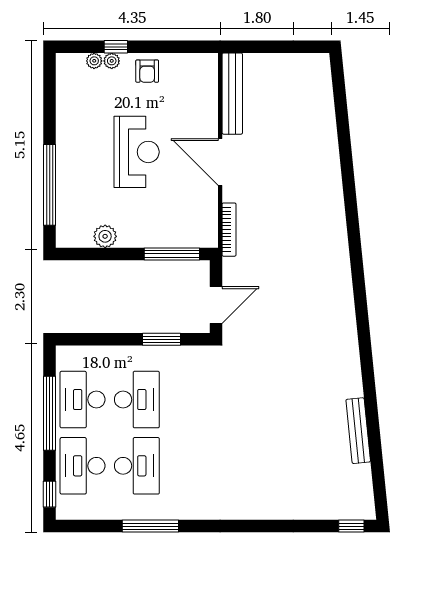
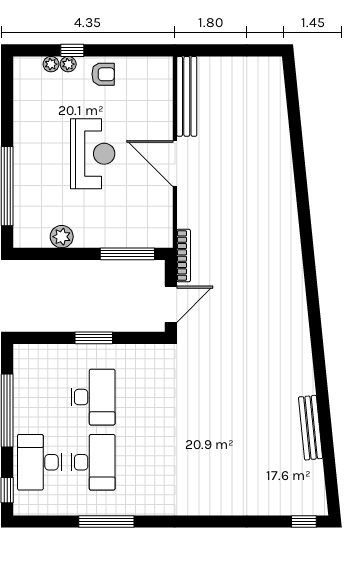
armchair: (147, 71) -> (103, 74), turned -90
bookcase: (229, 230) -> (184, 256), moved
window: (161, 339) -> (94, 338), moved
desk: (83, 400) -> (40, 397), removed

